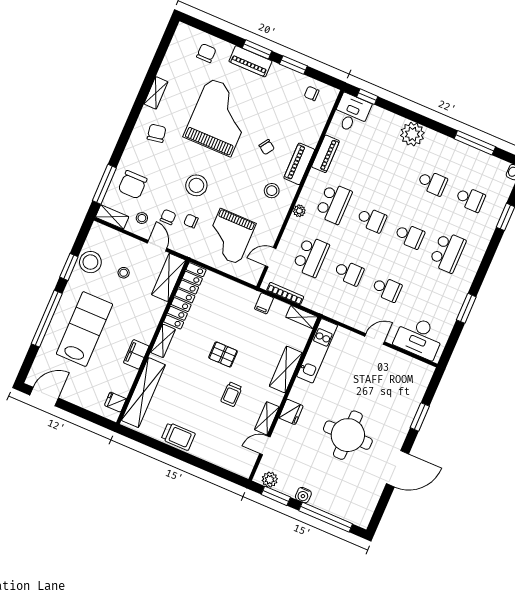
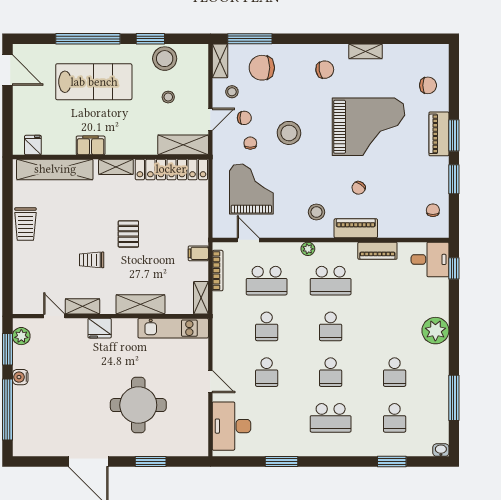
grand piano: (229, 236) -> (251, 189), turned 90
round table: (348, 435) -> (138, 405), moved

